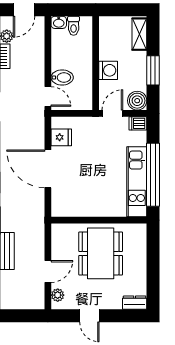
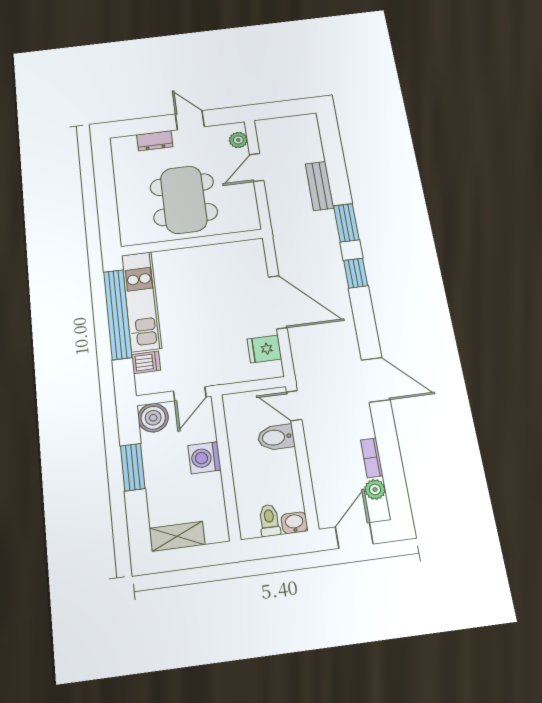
shelving: (139, 34) -> (177, 536), moved, turned 90
dishwasher: (138, 123) -> (146, 362), moved
dresser: (135, 303) -> (155, 141), moved

